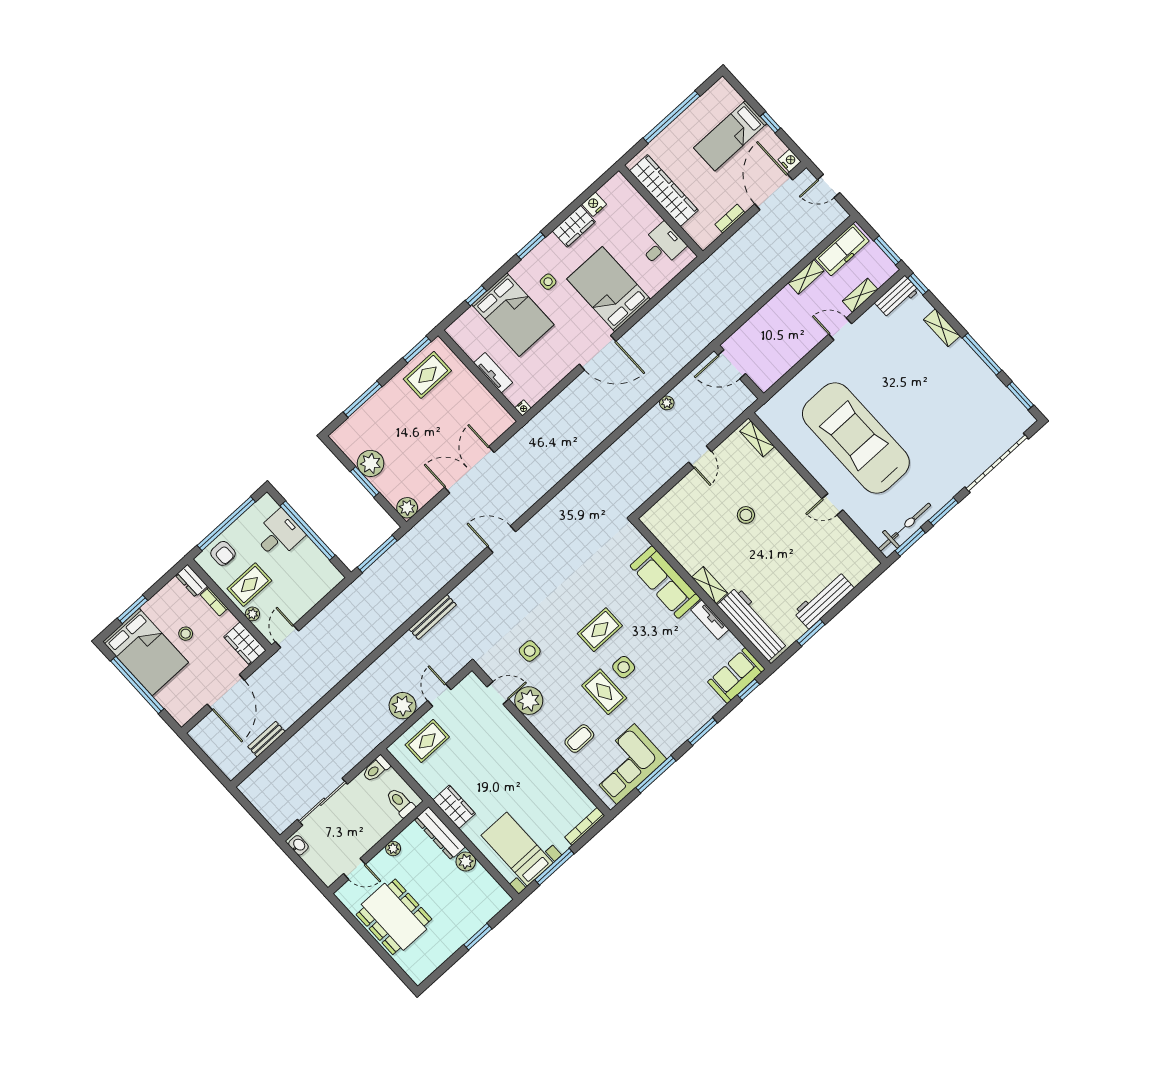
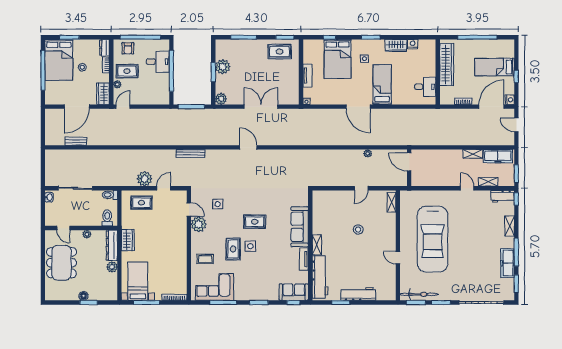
bed: (609, 289) -> (382, 85), width x0.67
freezer: (984, 379) -> (508, 263), added
car: (856, 438) -> (433, 239), turned 180
floor lamp: (463, 934) -> (83, 296), added

